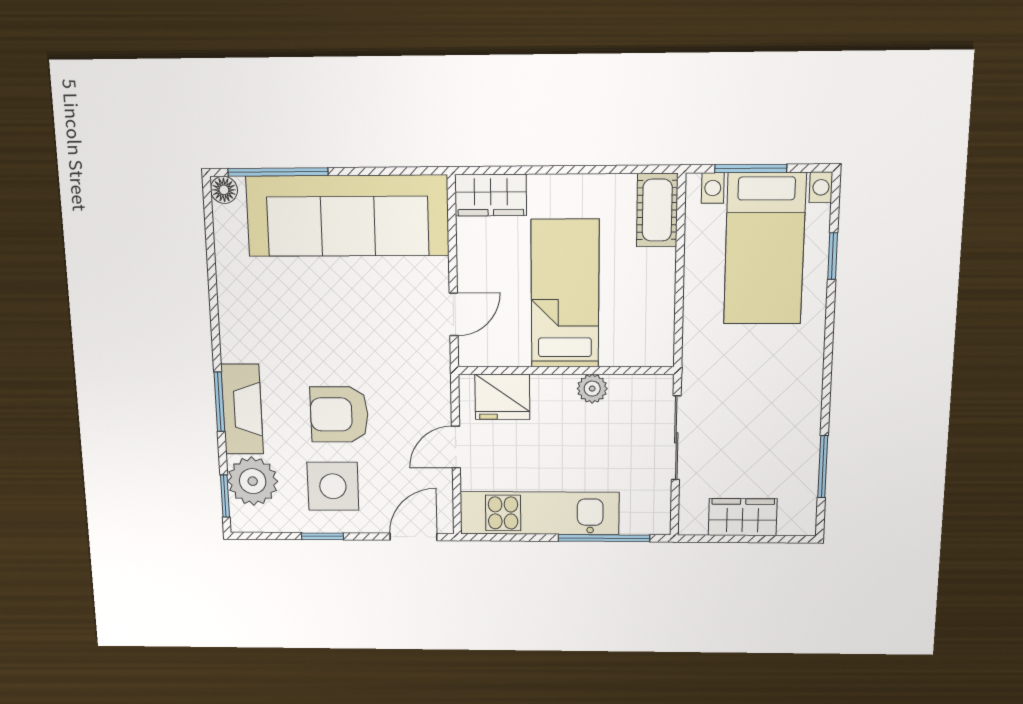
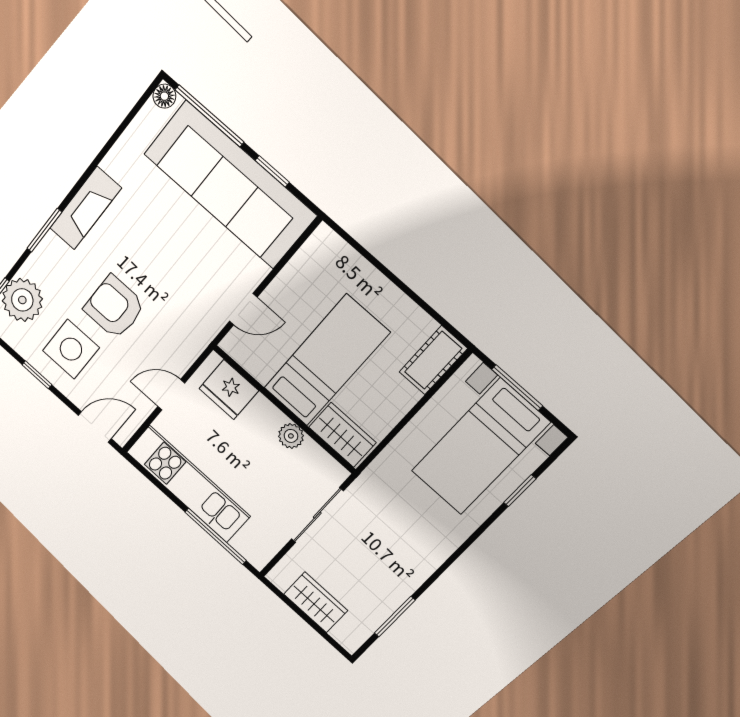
window: (374, 171) -> (272, 171), added
wardrobe: (491, 195) -> (342, 435), moved, turned 180
fireplace: (242, 409) -> (85, 208), moved

